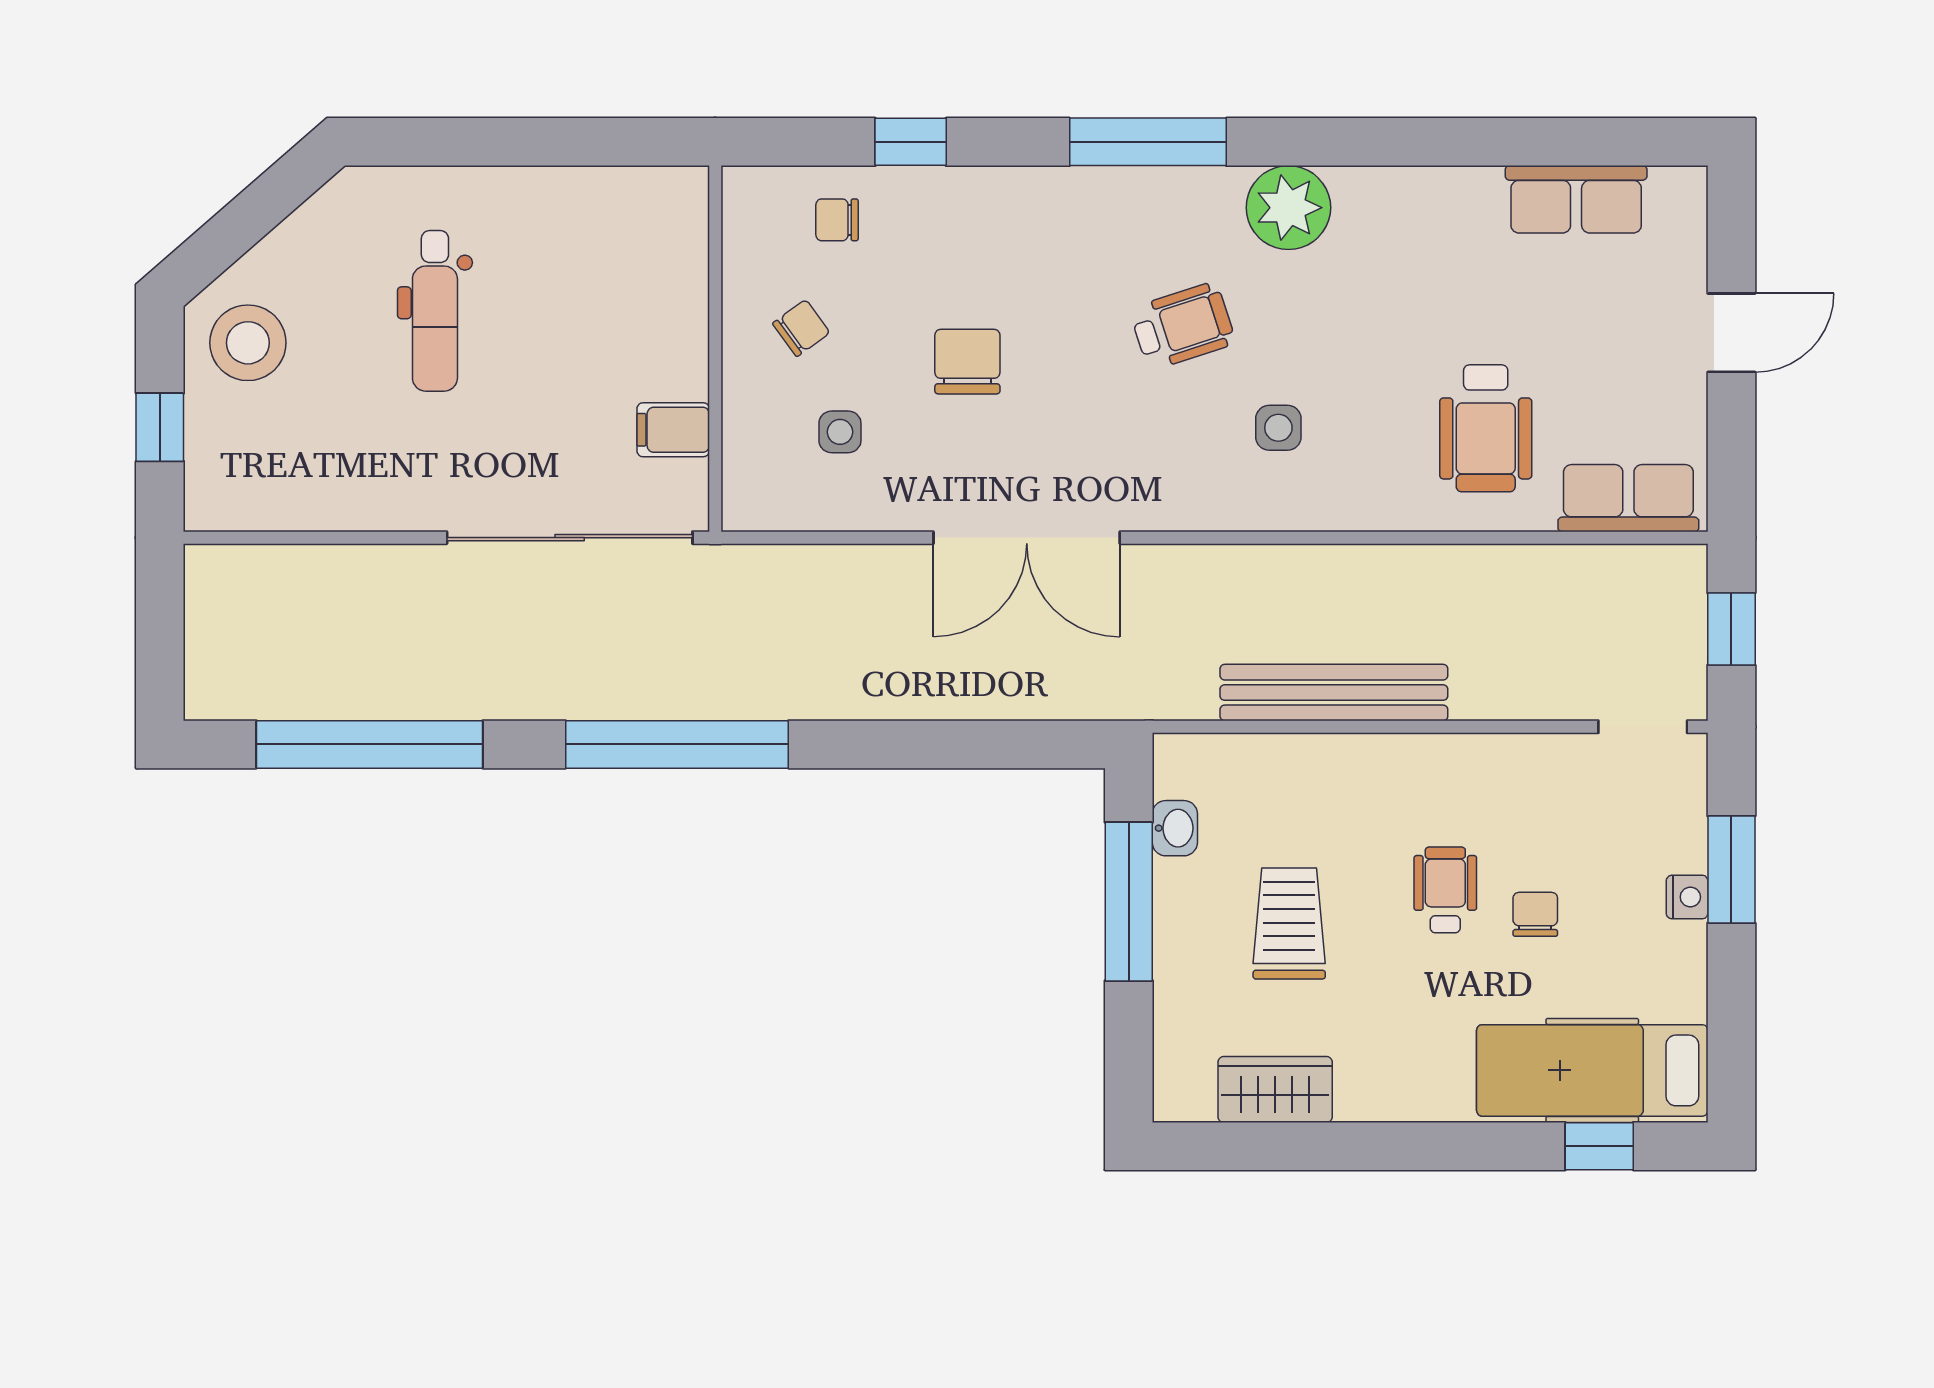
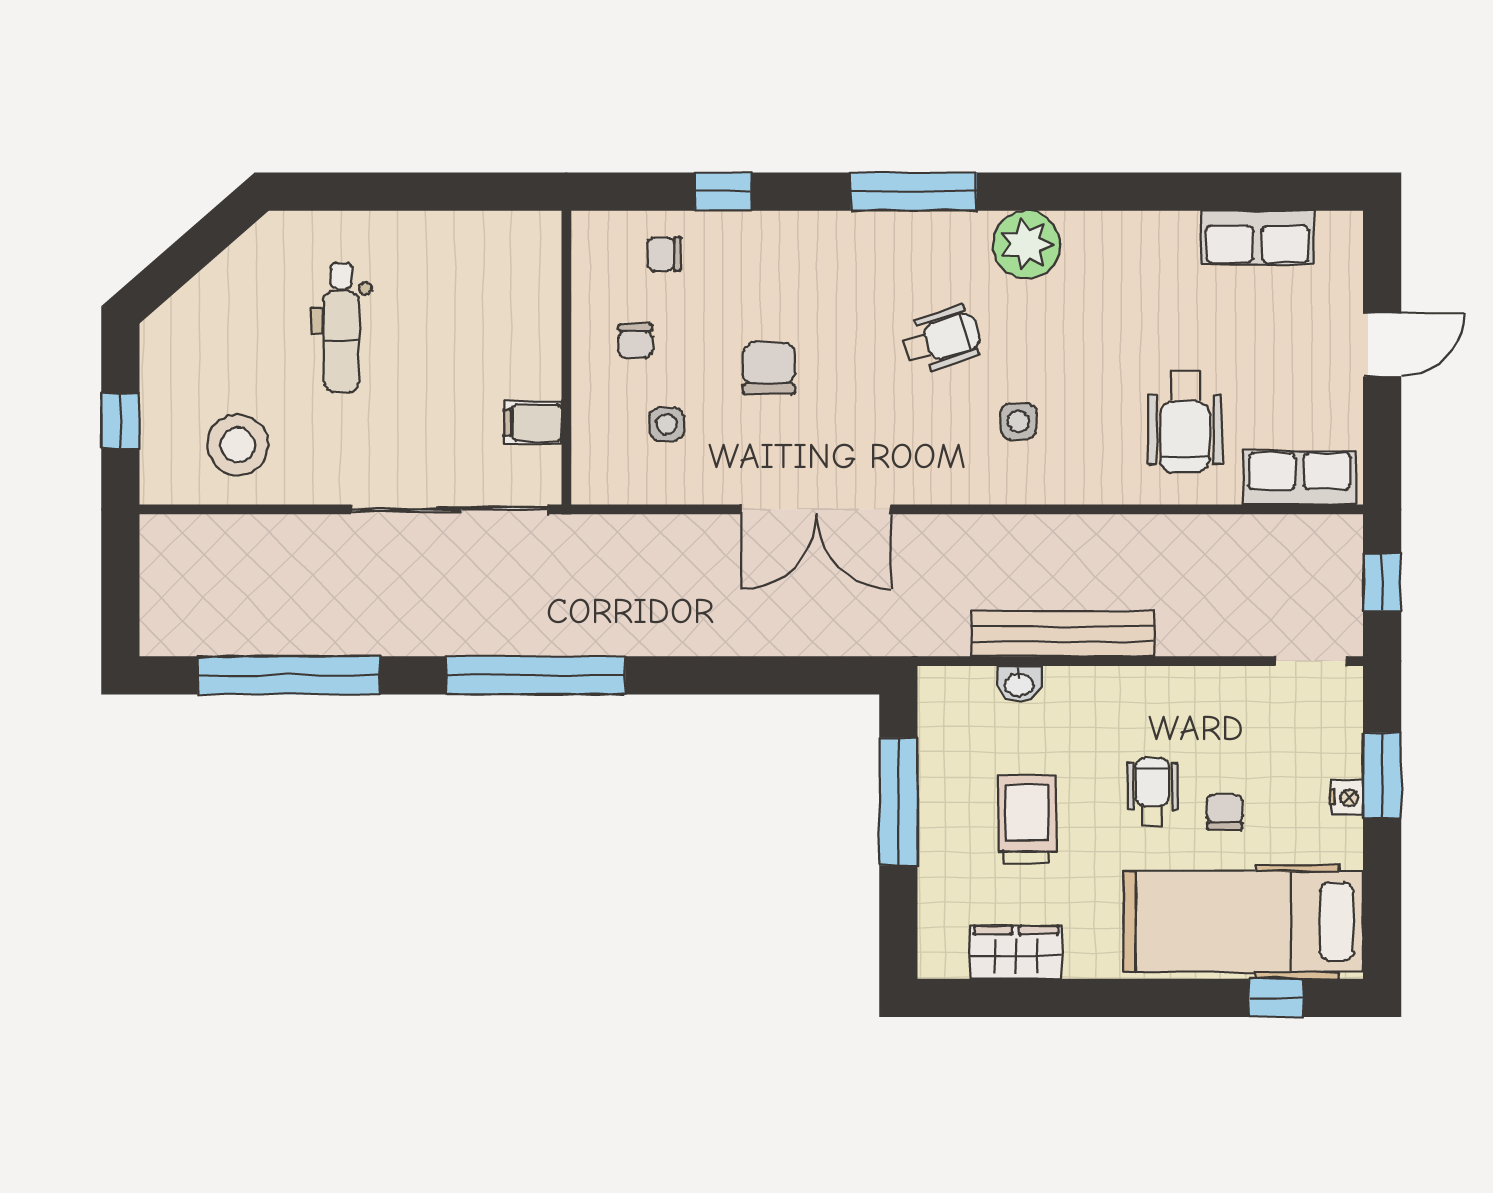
chair: (801, 328) -> (635, 341), turned 126
stool: (248, 343) -> (238, 445), moved
washbasin: (1175, 828) -> (1019, 684), moved, turned 90
hospital bed: (1592, 1070) -> (1243, 922), width x1.37, depth x1.29

